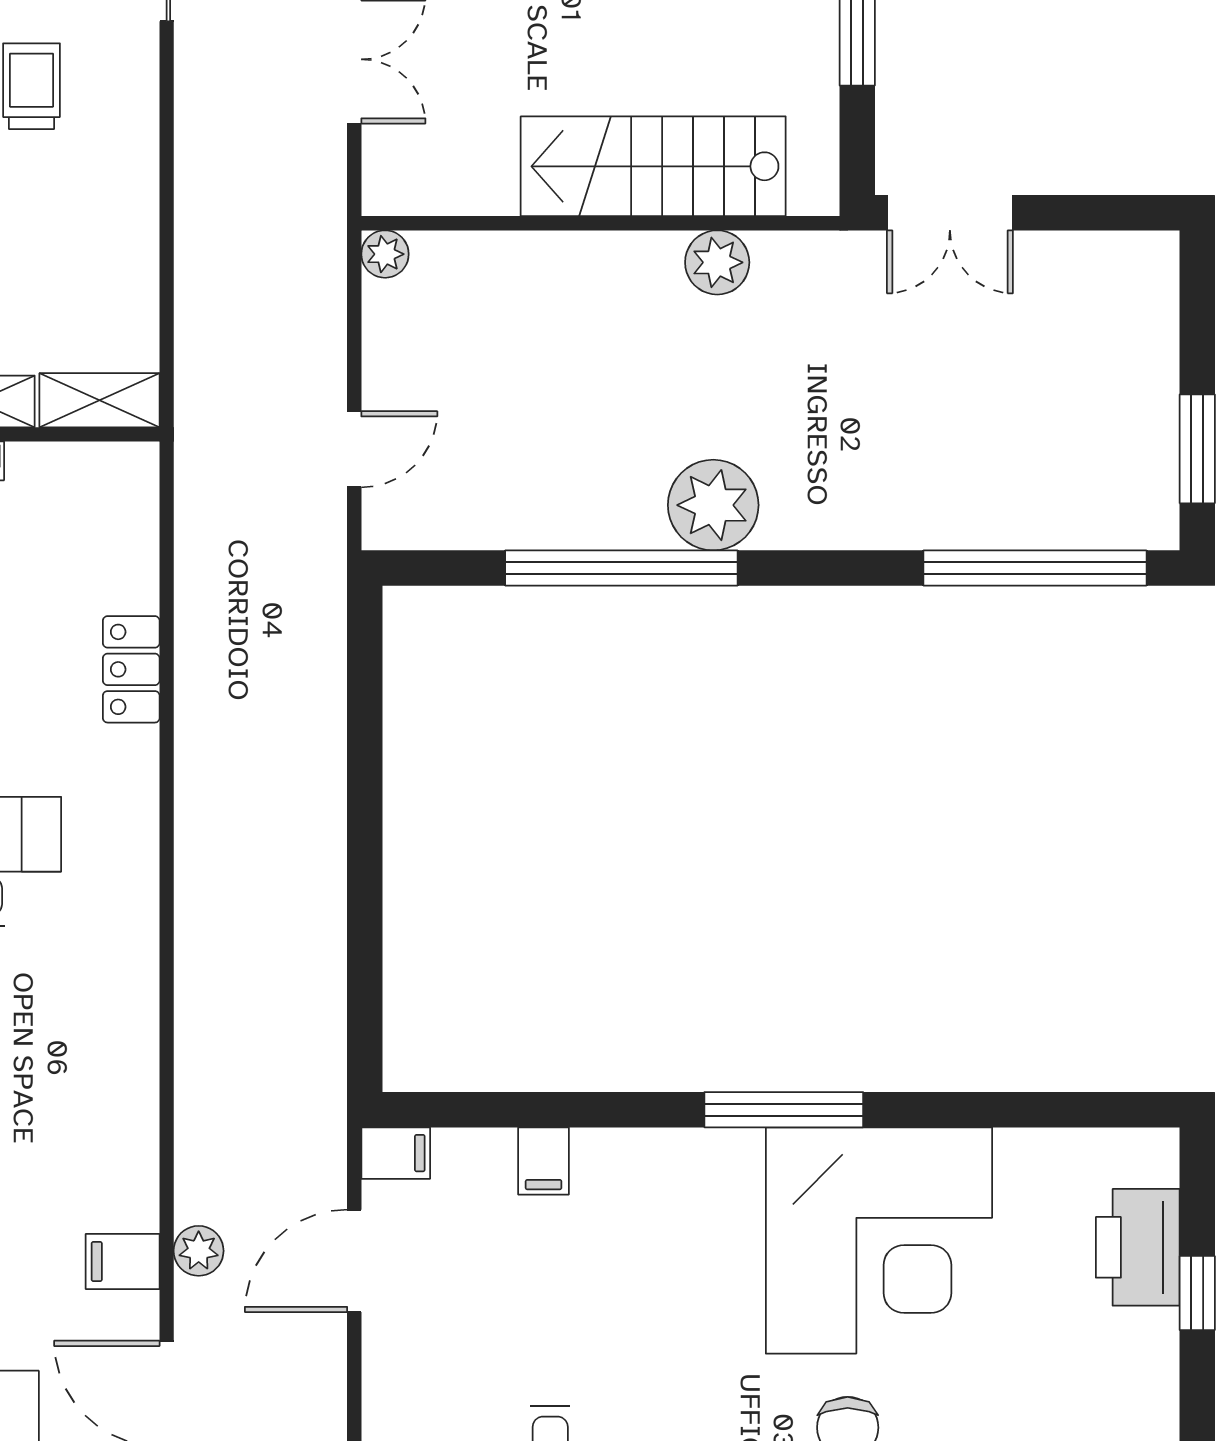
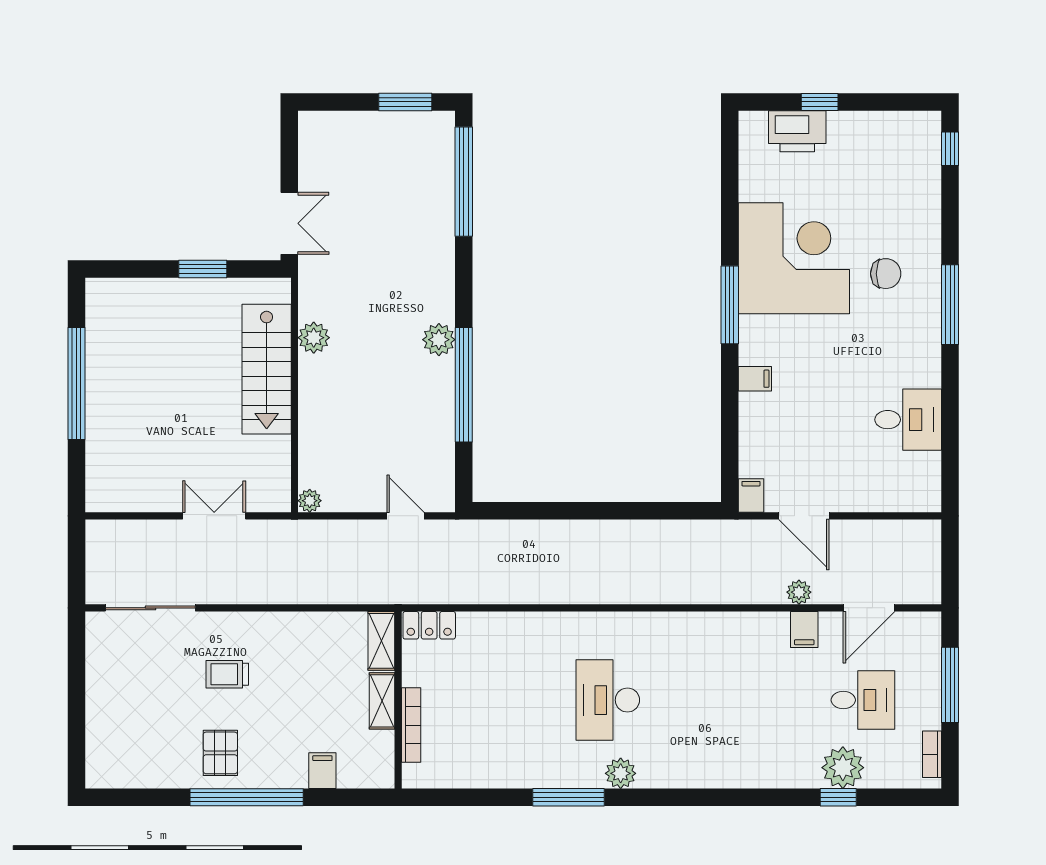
plant: (713, 505) -> (439, 340), width x0.73, depth x0.73
locker: (131, 669) -> (429, 625), moved
filing cabinet: (544, 1161) -> (755, 379), moved

